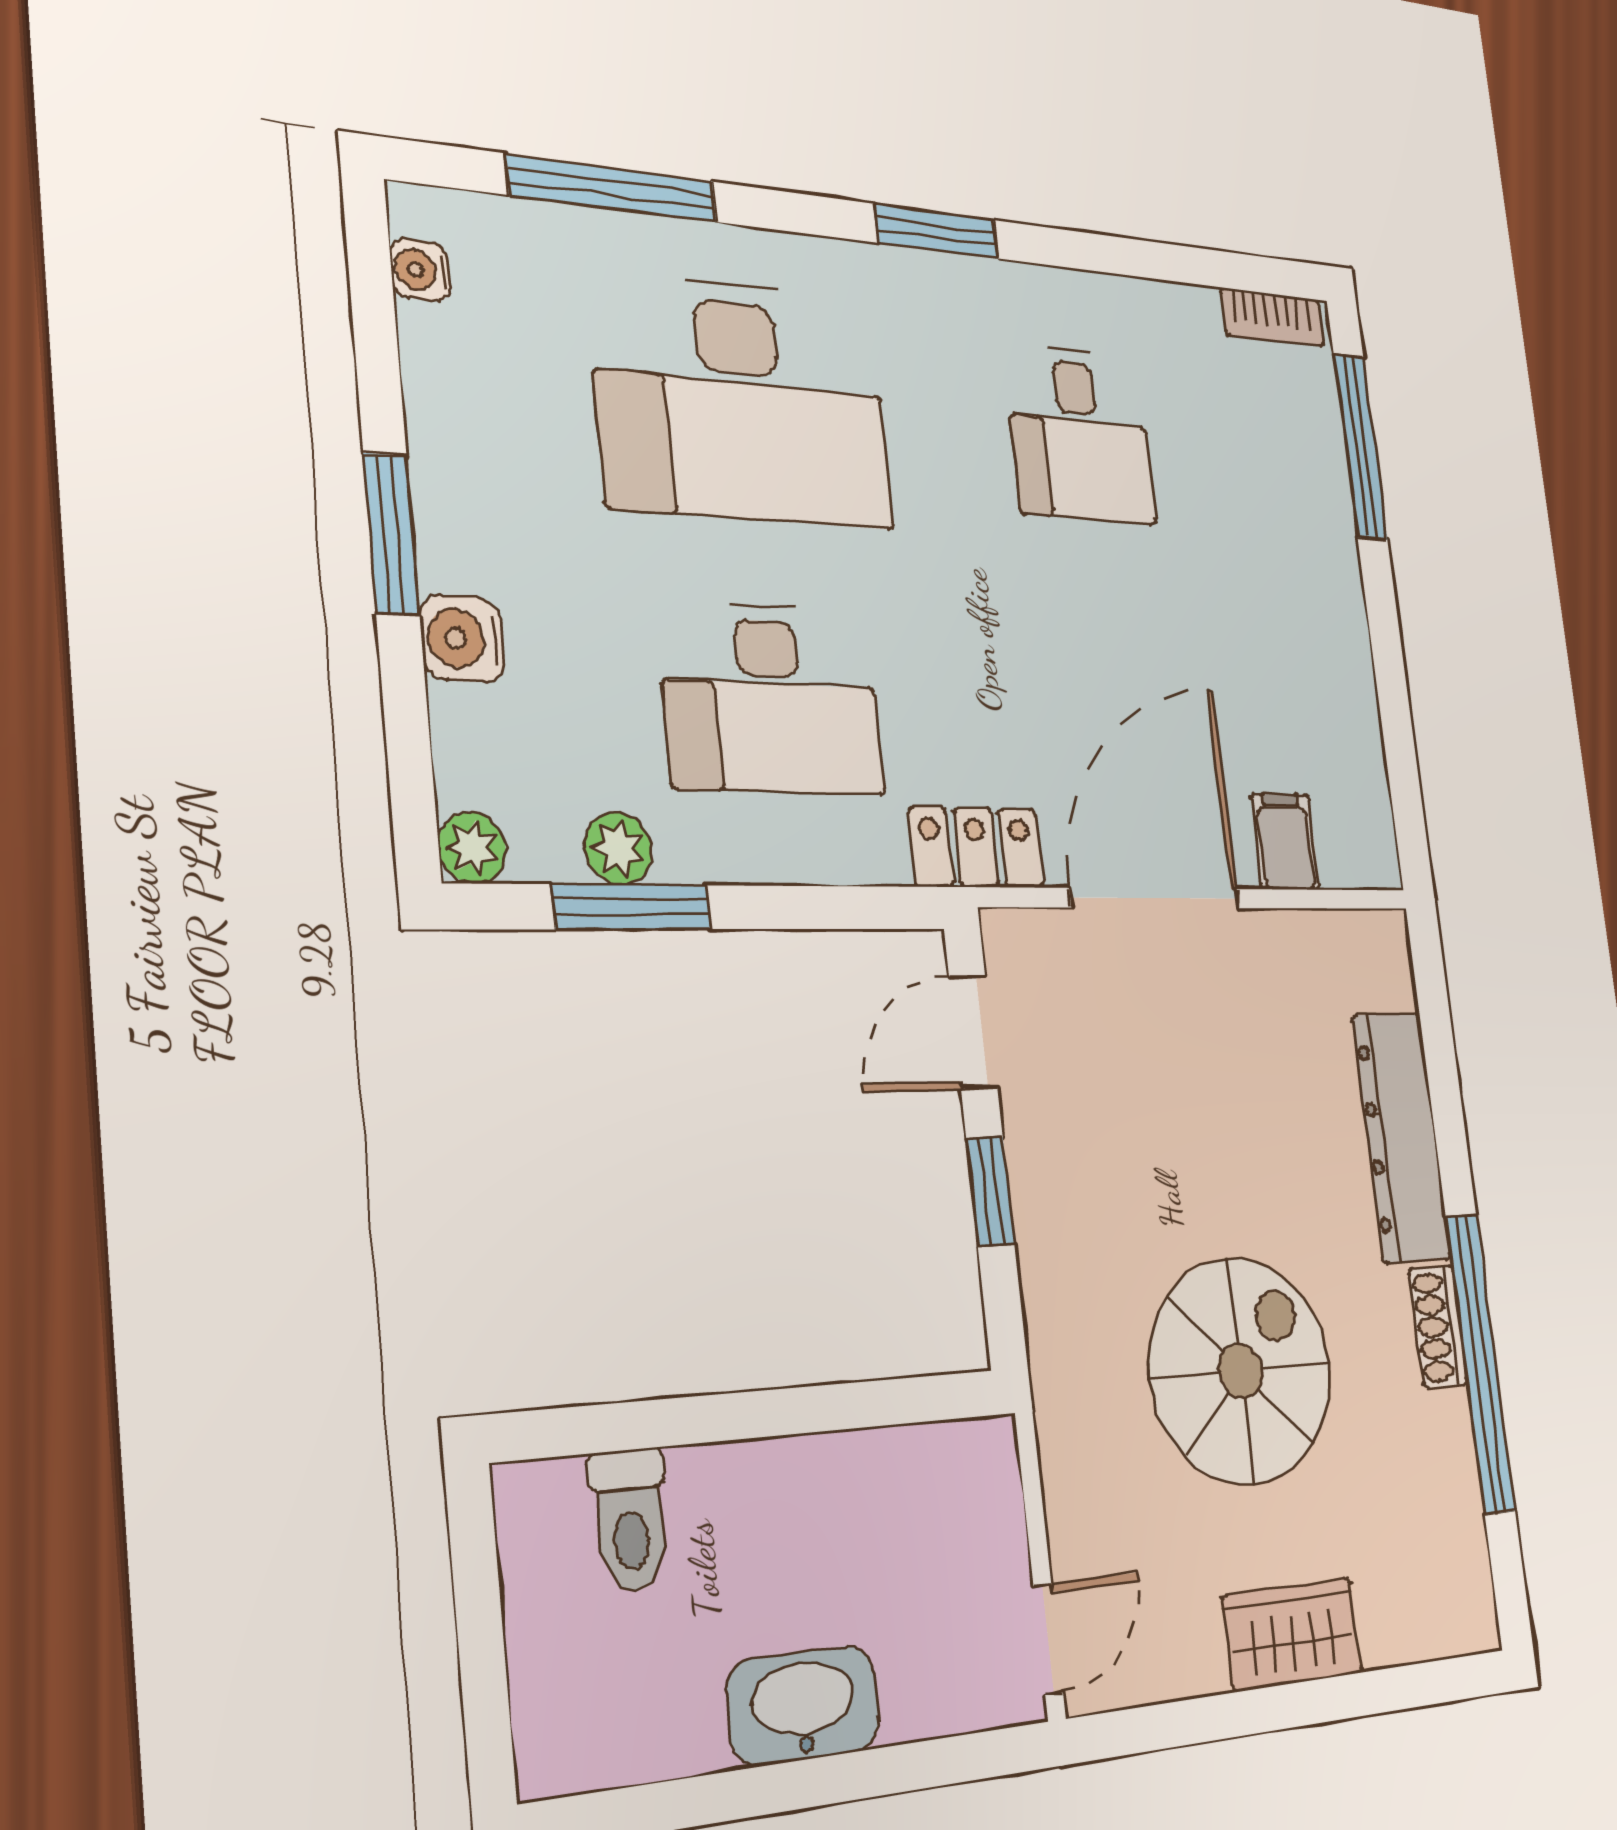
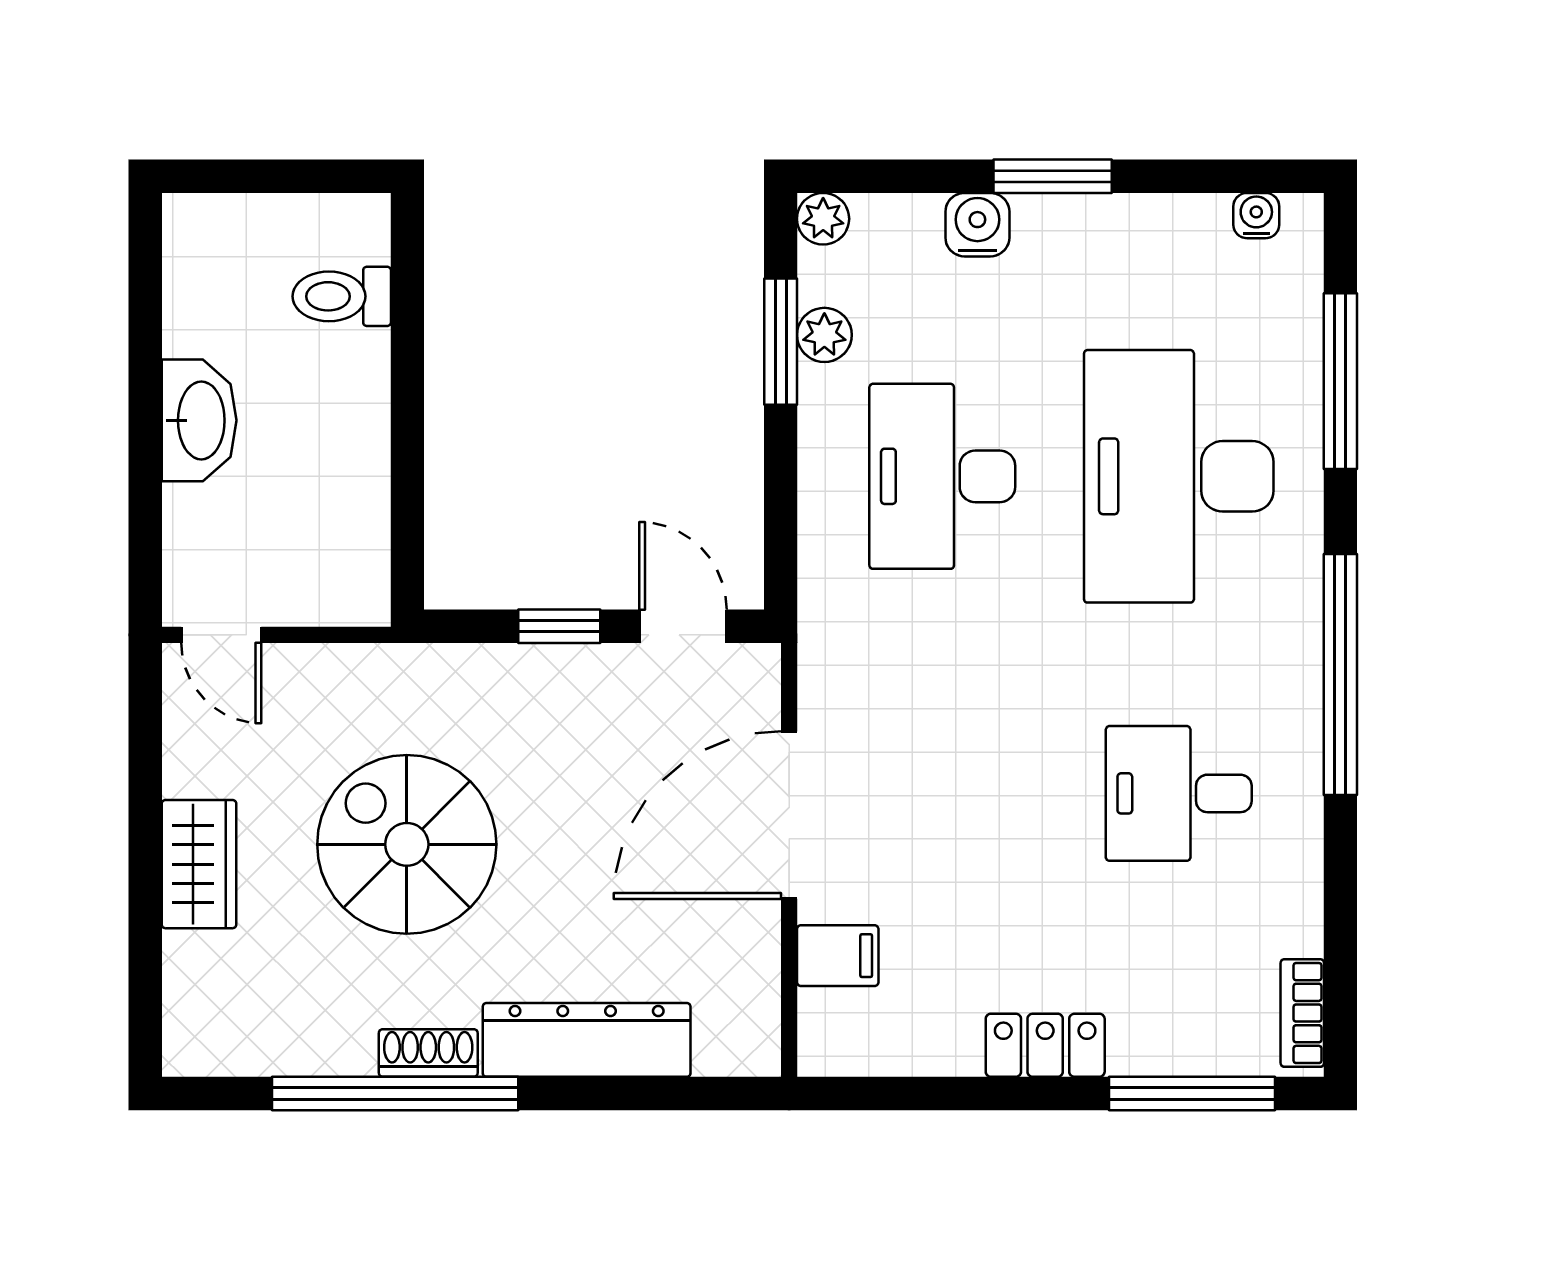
window: (937, 231) -> (1340, 674), width x2.11
locker: (976, 848) -> (1045, 1045), moved, turned -90
door: (1155, 898) -> (789, 815), swing flipped
spiral stairs: (1241, 1371) -> (407, 844), turned 180

